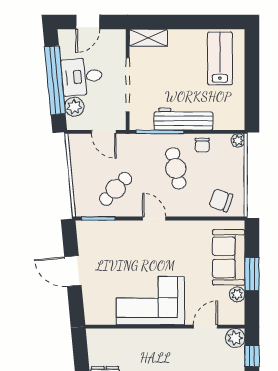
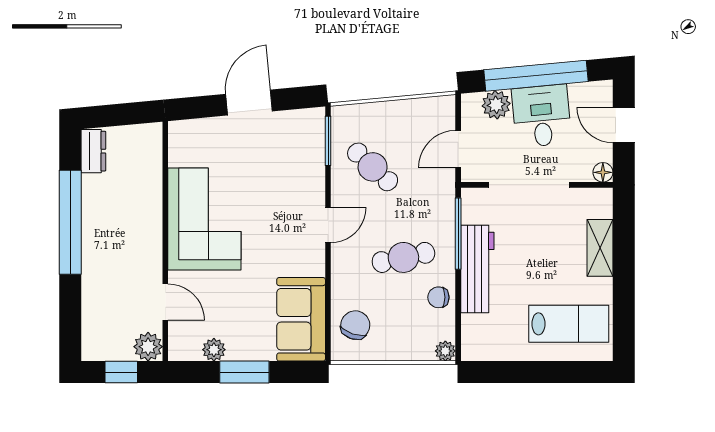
floor lamp: (119, 36) -> (603, 172), added
shelving: (148, 38) -> (600, 248), moved
sofa: (229, 257) -> (301, 319), moved, turned -90

